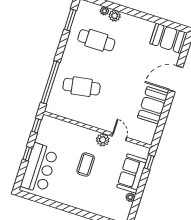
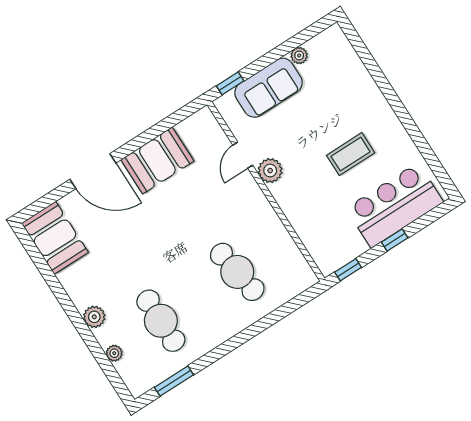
plant: (115, 16) -> (94, 317), moved
window: (50, 82) -> (277, 315), removed
coffee table: (86, 164) -> (351, 154), moved

